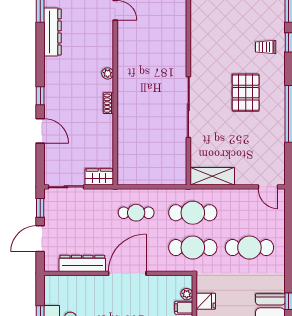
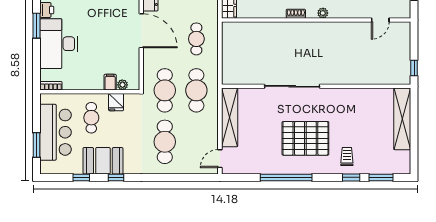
pallet: (246, 93) -> (305, 138), width x1.37, depth x1.41
shelving: (212, 176) -> (230, 117), width x1.47

